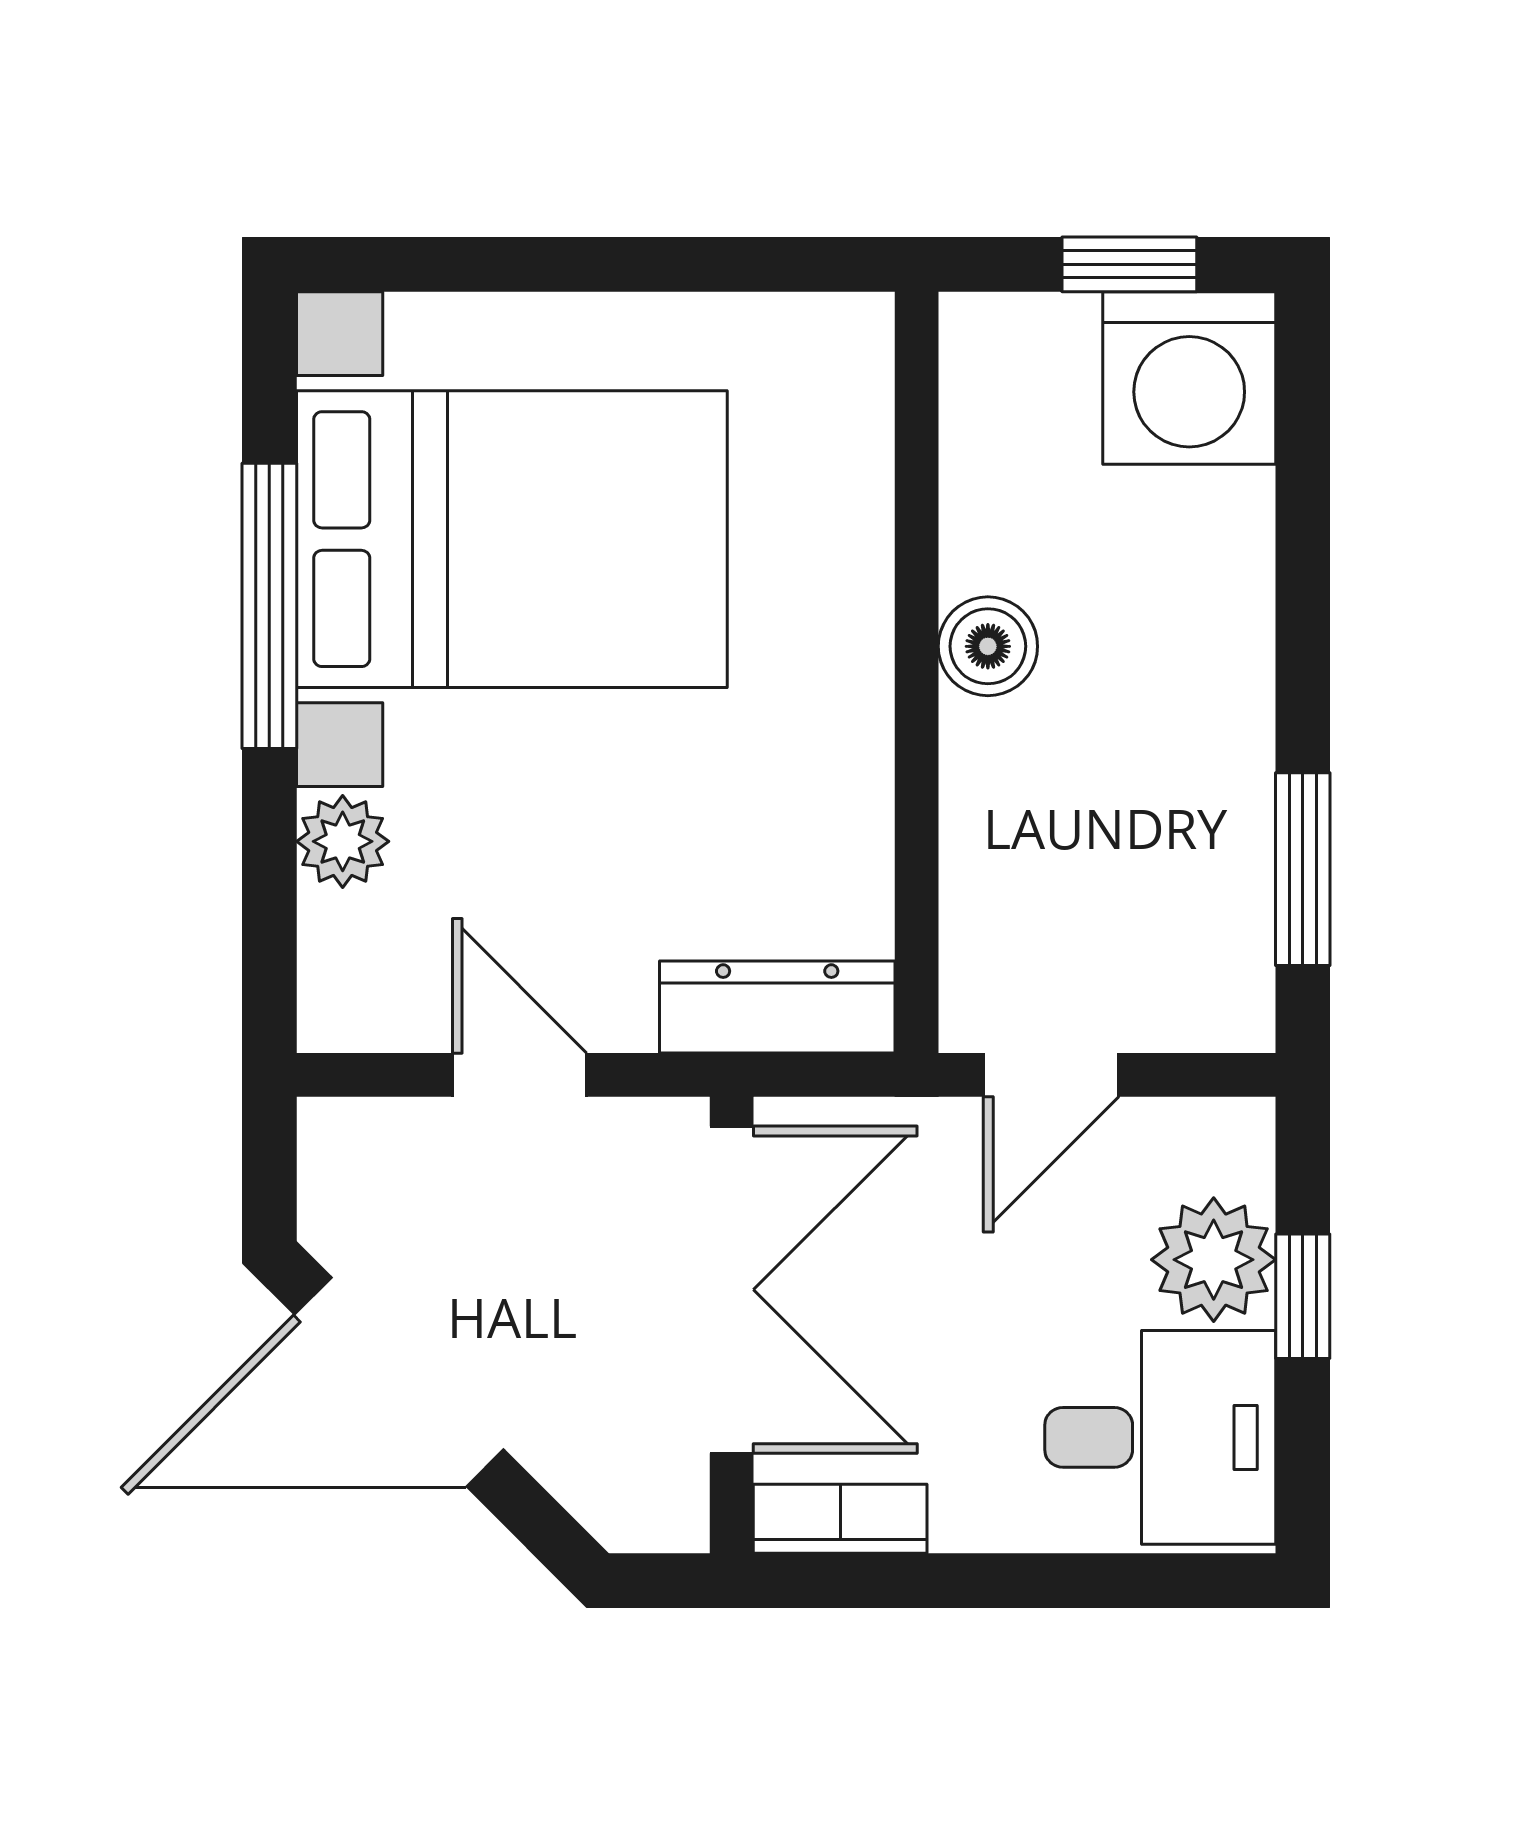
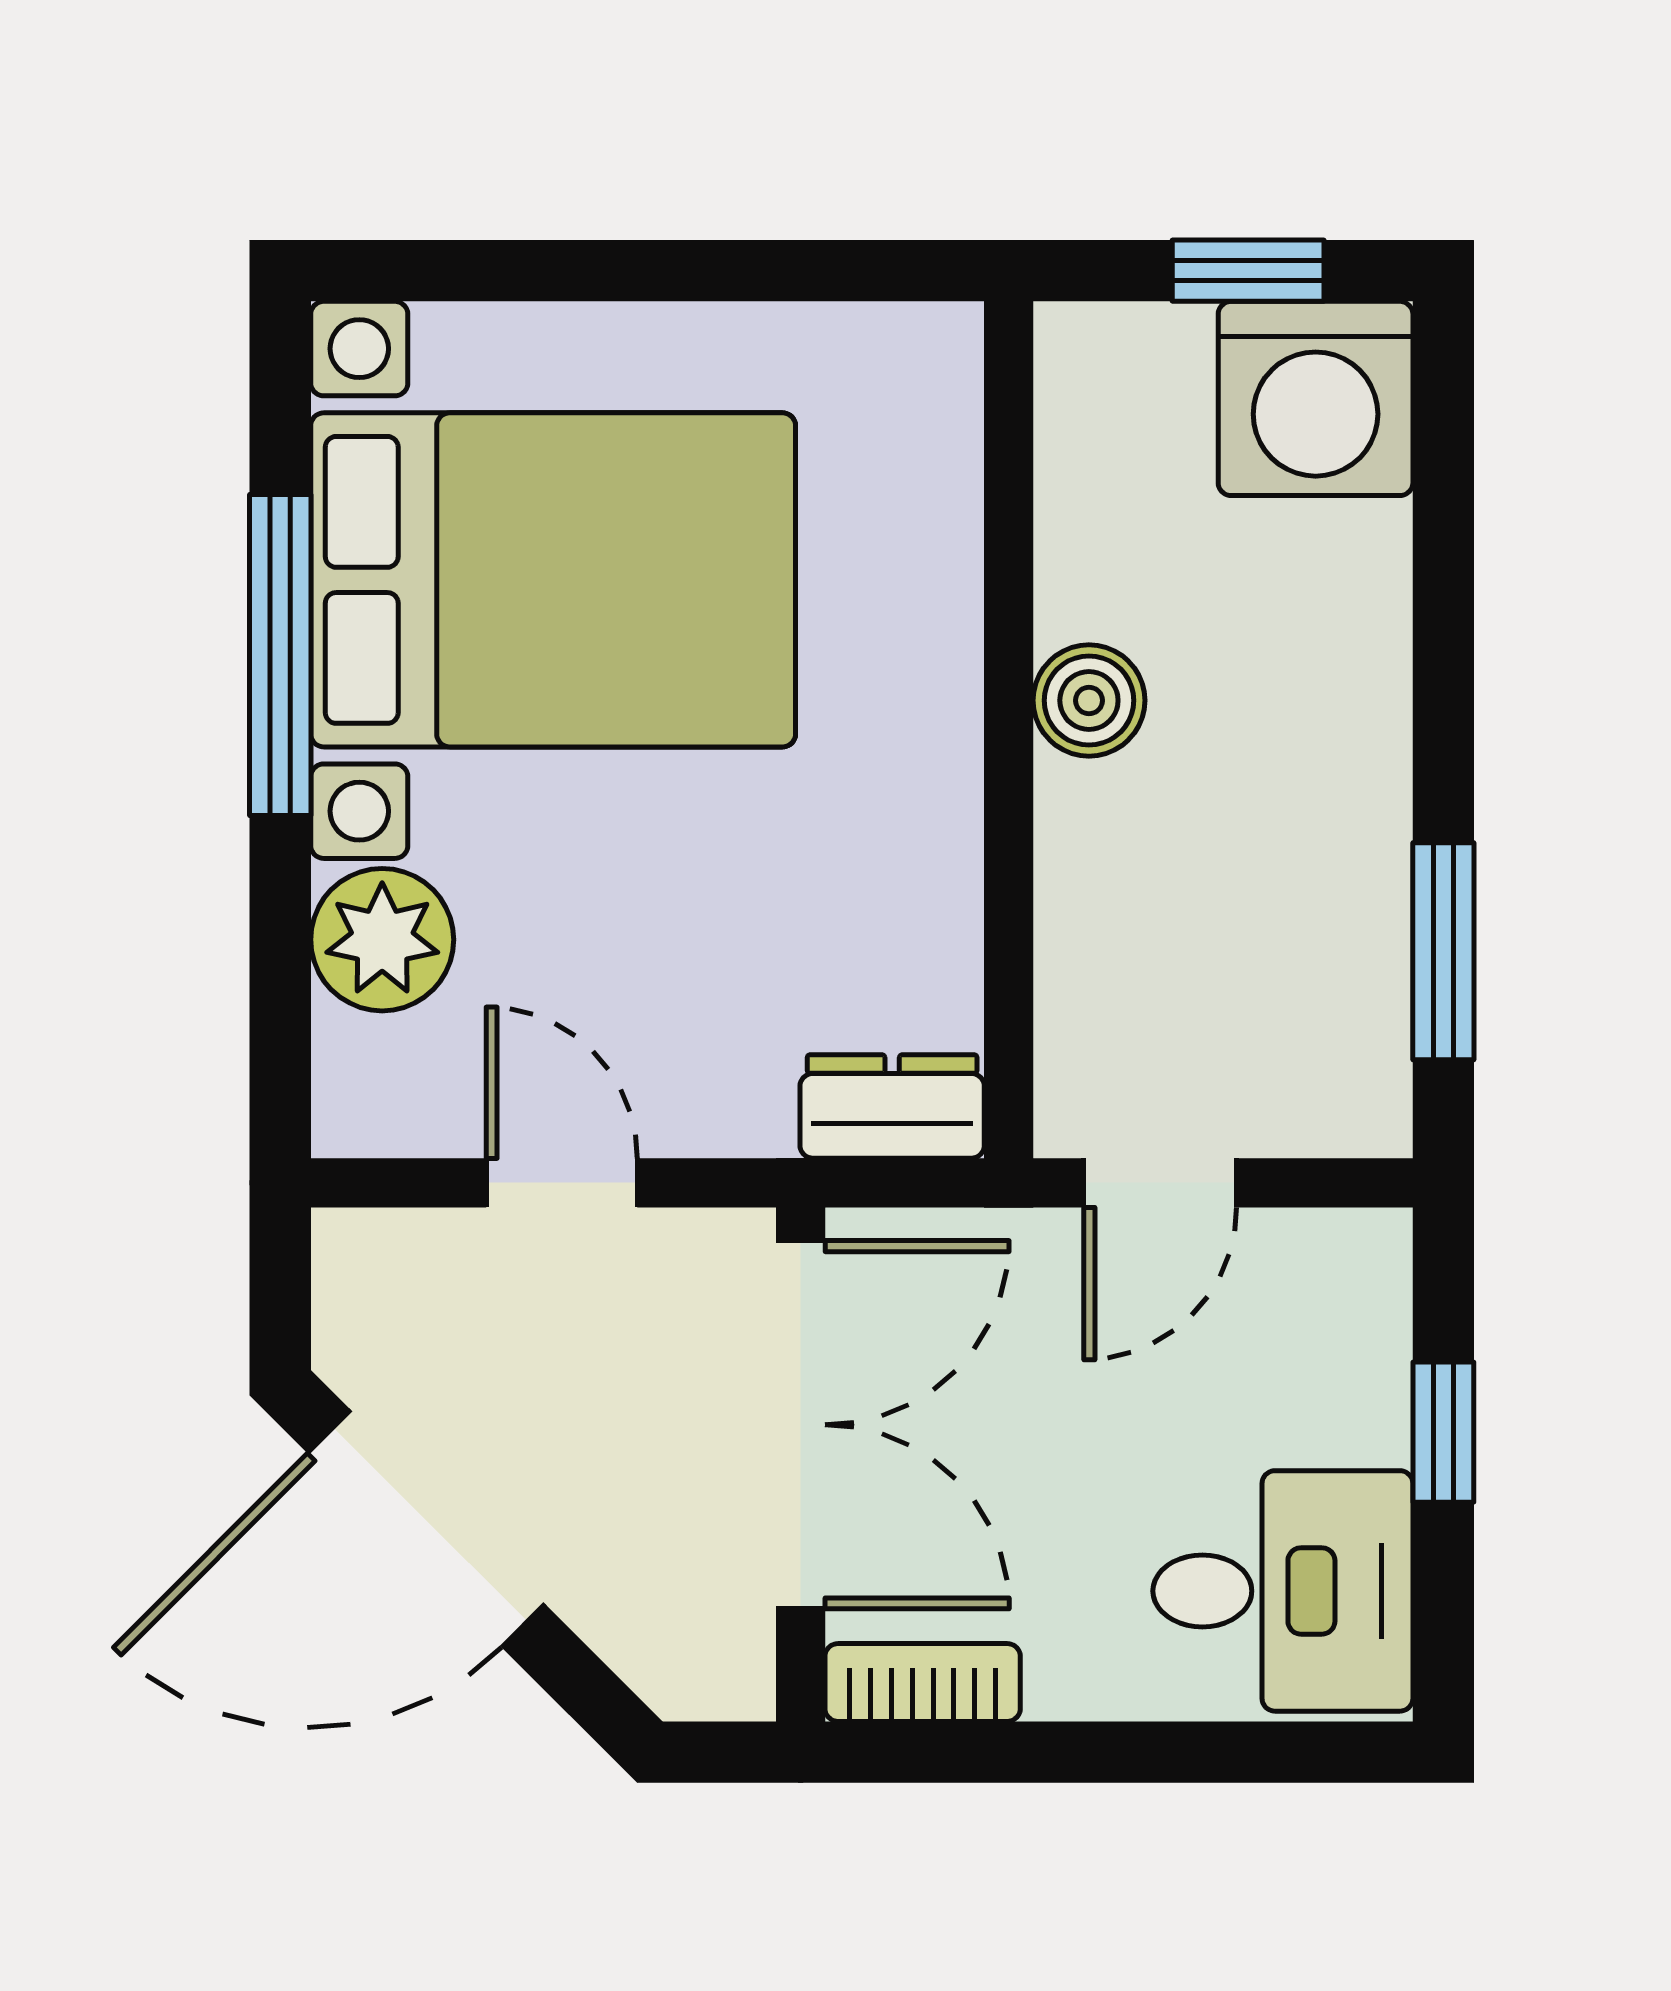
plant: (343, 841) -> (382, 940), width x1.38, depth x1.38
dresser: (777, 1007) -> (892, 1106), width x0.70
plant: (1214, 1260) -> (1343, 1391), removed

